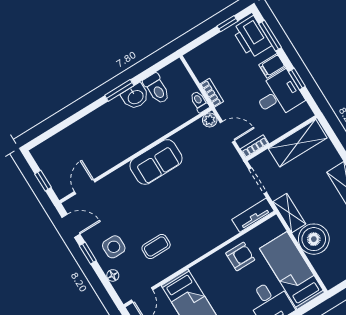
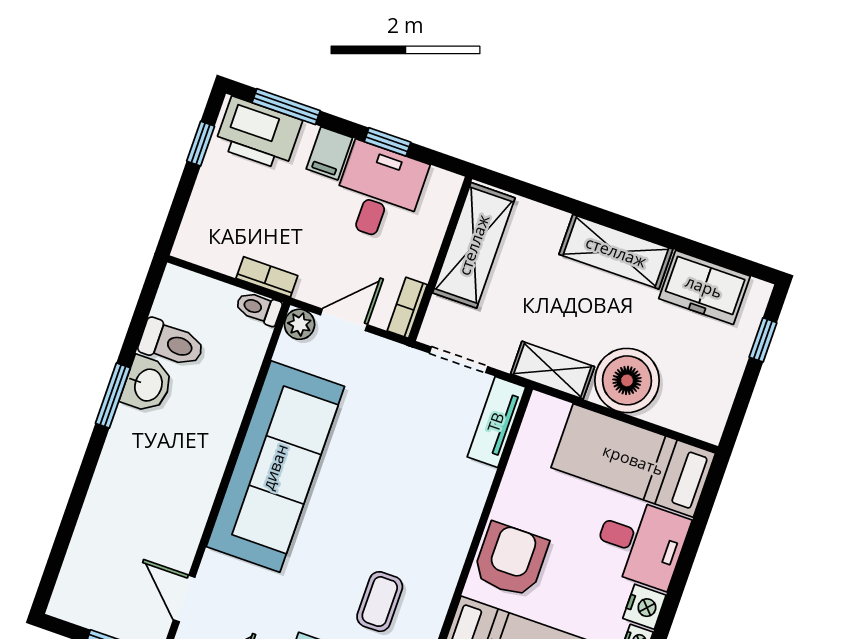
sofa: (156, 162) -> (275, 467), width x1.85, depth x1.27
armchair: (240, 257) -> (511, 560), moved, width x1.38, depth x1.38

